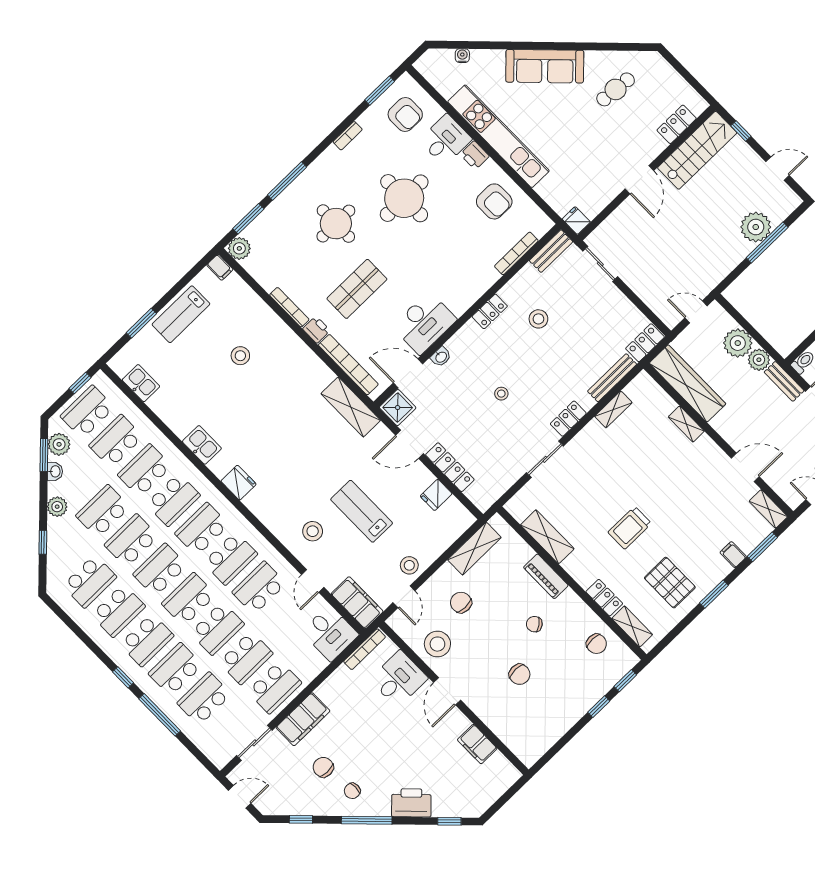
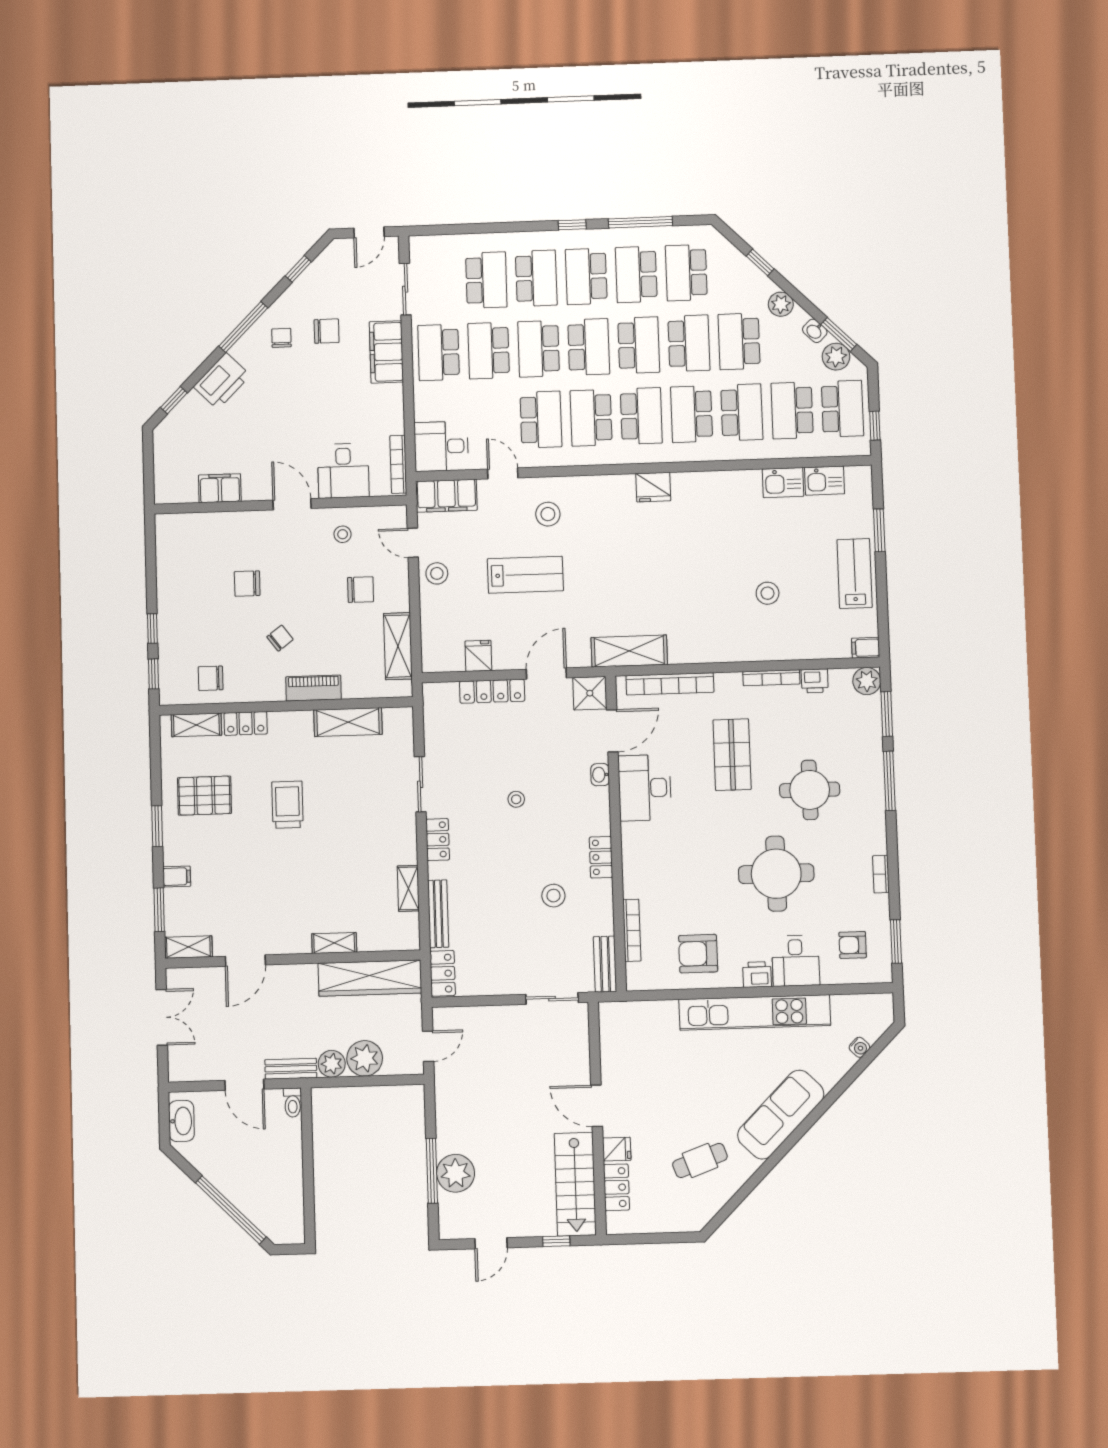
cafe table: (616, 89) -> (700, 1160), turned 65
armchair: (405, 114) -> (853, 945), width x0.72, depth x0.72
fridge: (576, 221) -> (617, 1149), moved
printer: (316, 330) -> (815, 681), moved
school desk: (116, 441) -> (792, 410), turned 180
kitchen sink: (202, 445) -> (783, 483), moved
school desk: (103, 511) -> (739, 341), turned 180
stool: (437, 644) -> (343, 534), width x0.53, depth x0.53
window: (160, 715) -> (640, 222), moved

